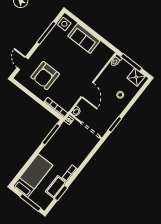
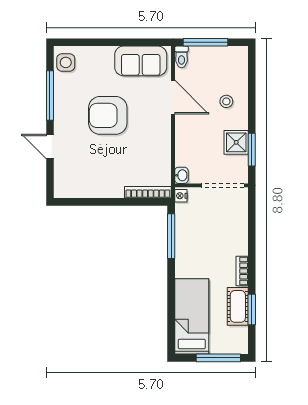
sofa: (84, 38) -> (141, 61), moved
door: (23, 63) -> (50, 147), moved
armchair: (45, 76) -> (108, 115), moved, turned 90
shower: (136, 77) -> (236, 142), moved
door: (87, 90) -> (173, 97), moved

